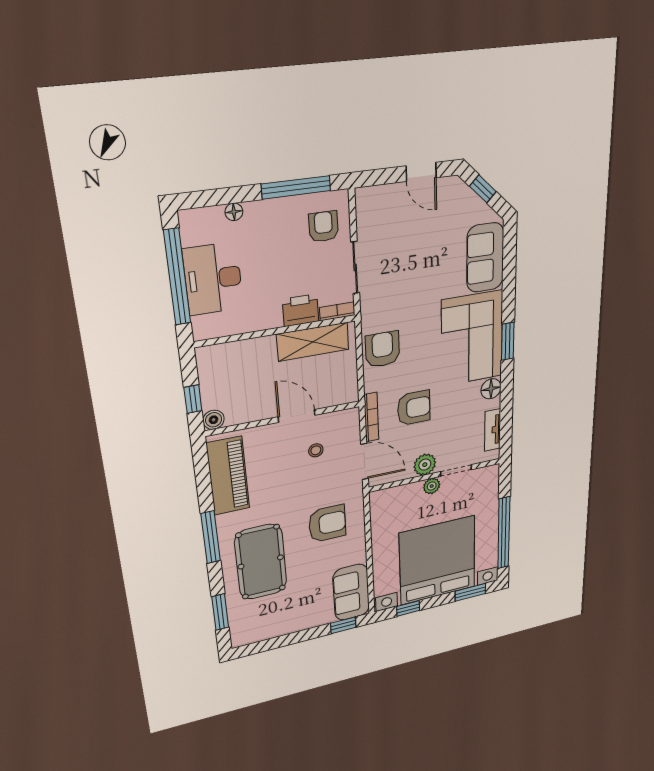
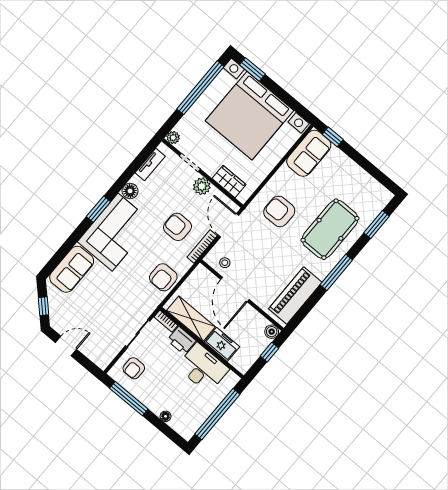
door: (421, 172) -> (66, 346), hinge flipped
desk: (213, 279) -> (203, 368), moved, turned -90
freezer: (253, 352) -> (222, 344), added
door: (297, 416) -> (235, 289), width x1.36
stool: (316, 450) -> (225, 263), moved
plant: (432, 486) -> (173, 138), moved
wardrobe: (403, 495) -> (229, 182), added
window: (408, 608) -> (292, 103), removed

